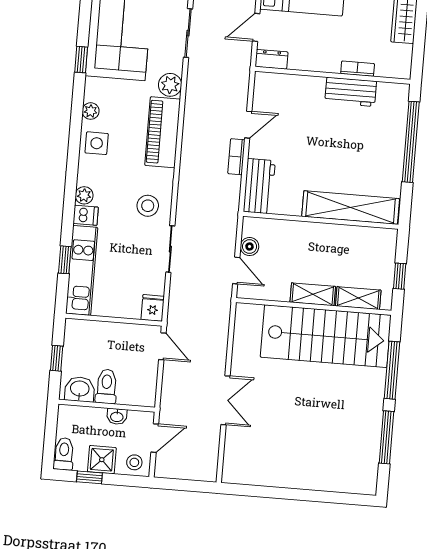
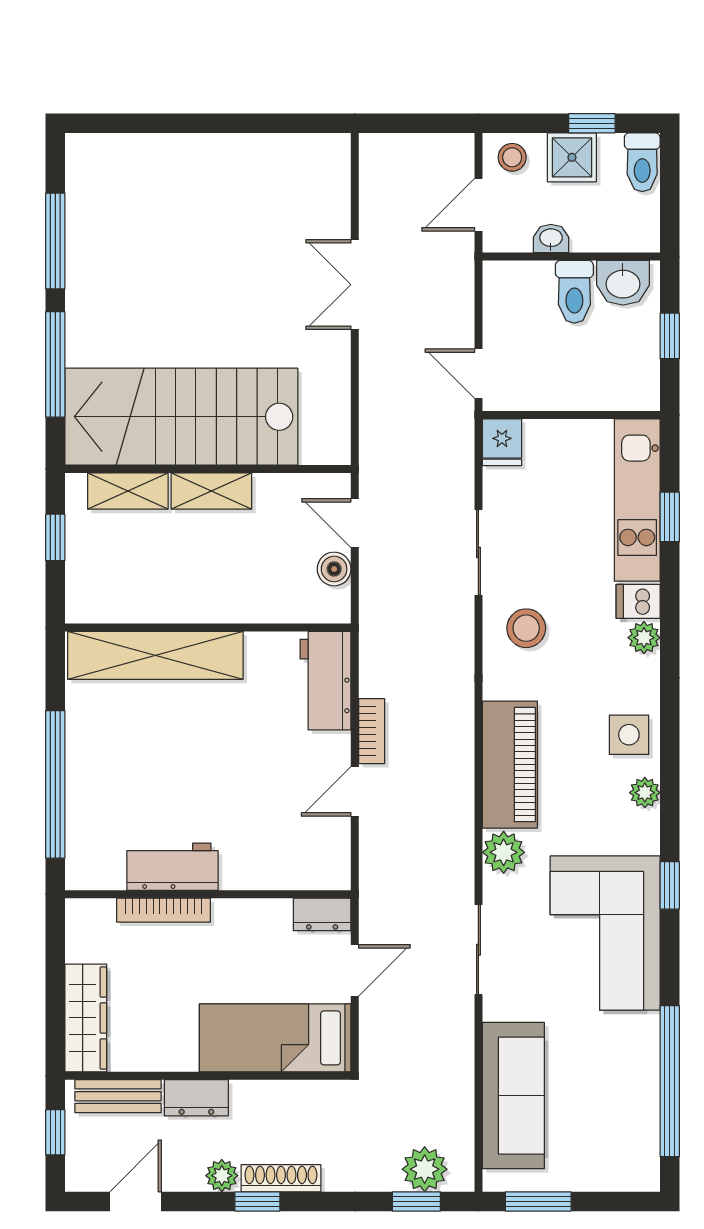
bookcase: (358, 69) -> (163, 910), width x1.56

